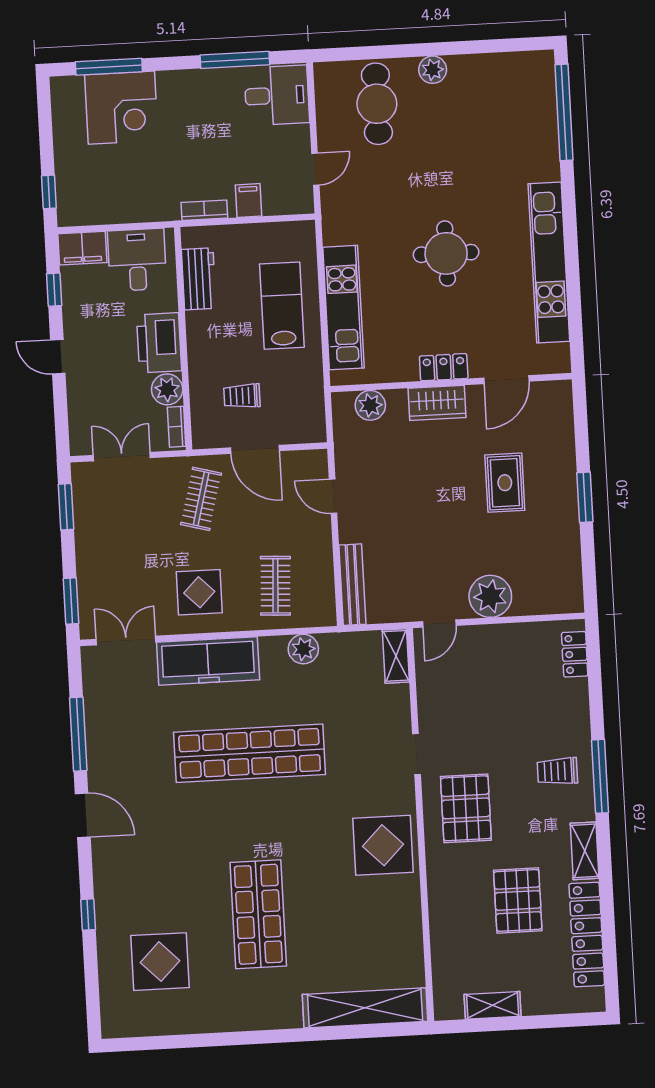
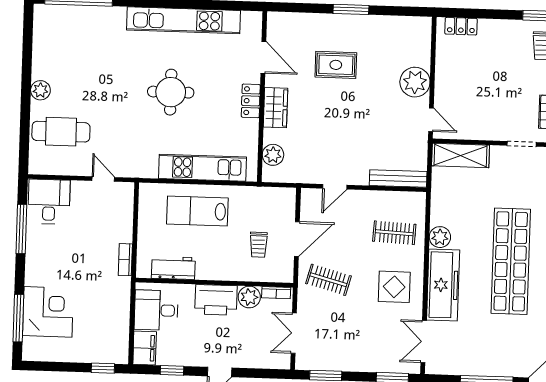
filing cabinet: (249, 201) -> (121, 228), removed
plant: (303, 649) -> (440, 237), moved
shelving: (396, 656) -> (460, 155), width x1.50, depth x1.33

